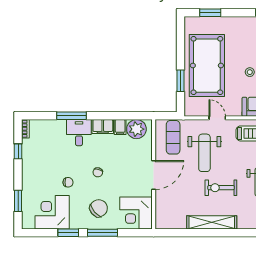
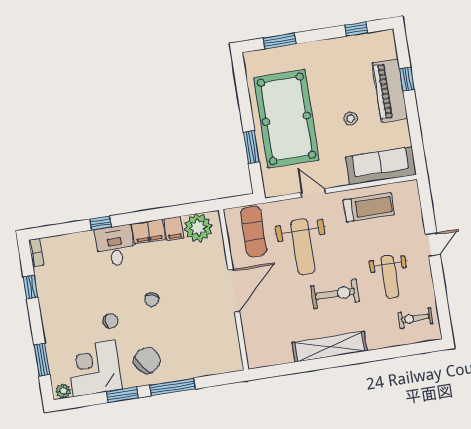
window: (72, 116) -> (100, 223), width x0.46
exercise bike: (221, 188) -> (335, 294), turned 180
chair: (99, 208) -> (147, 360), moved
corner desk: (136, 213) -> (217, 350), removed
plant: (29, 224) -> (63, 391), added

